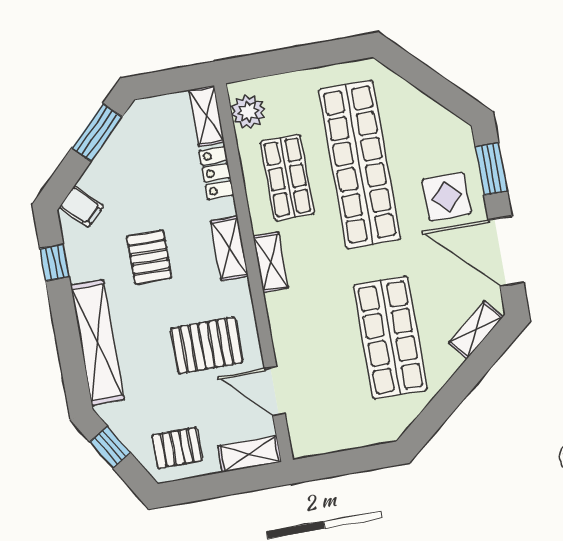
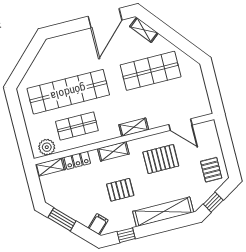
window: (491, 169) -> (66, 28), removed
display table: (447, 197) -> (81, 49), removed
shelving: (271, 262) -> (134, 127), moved
pallet: (207, 345) -> (161, 159), turned 90
door: (275, 391) -> (180, 125), hinge flipped
shelving: (250, 454) -> (212, 135), removed

